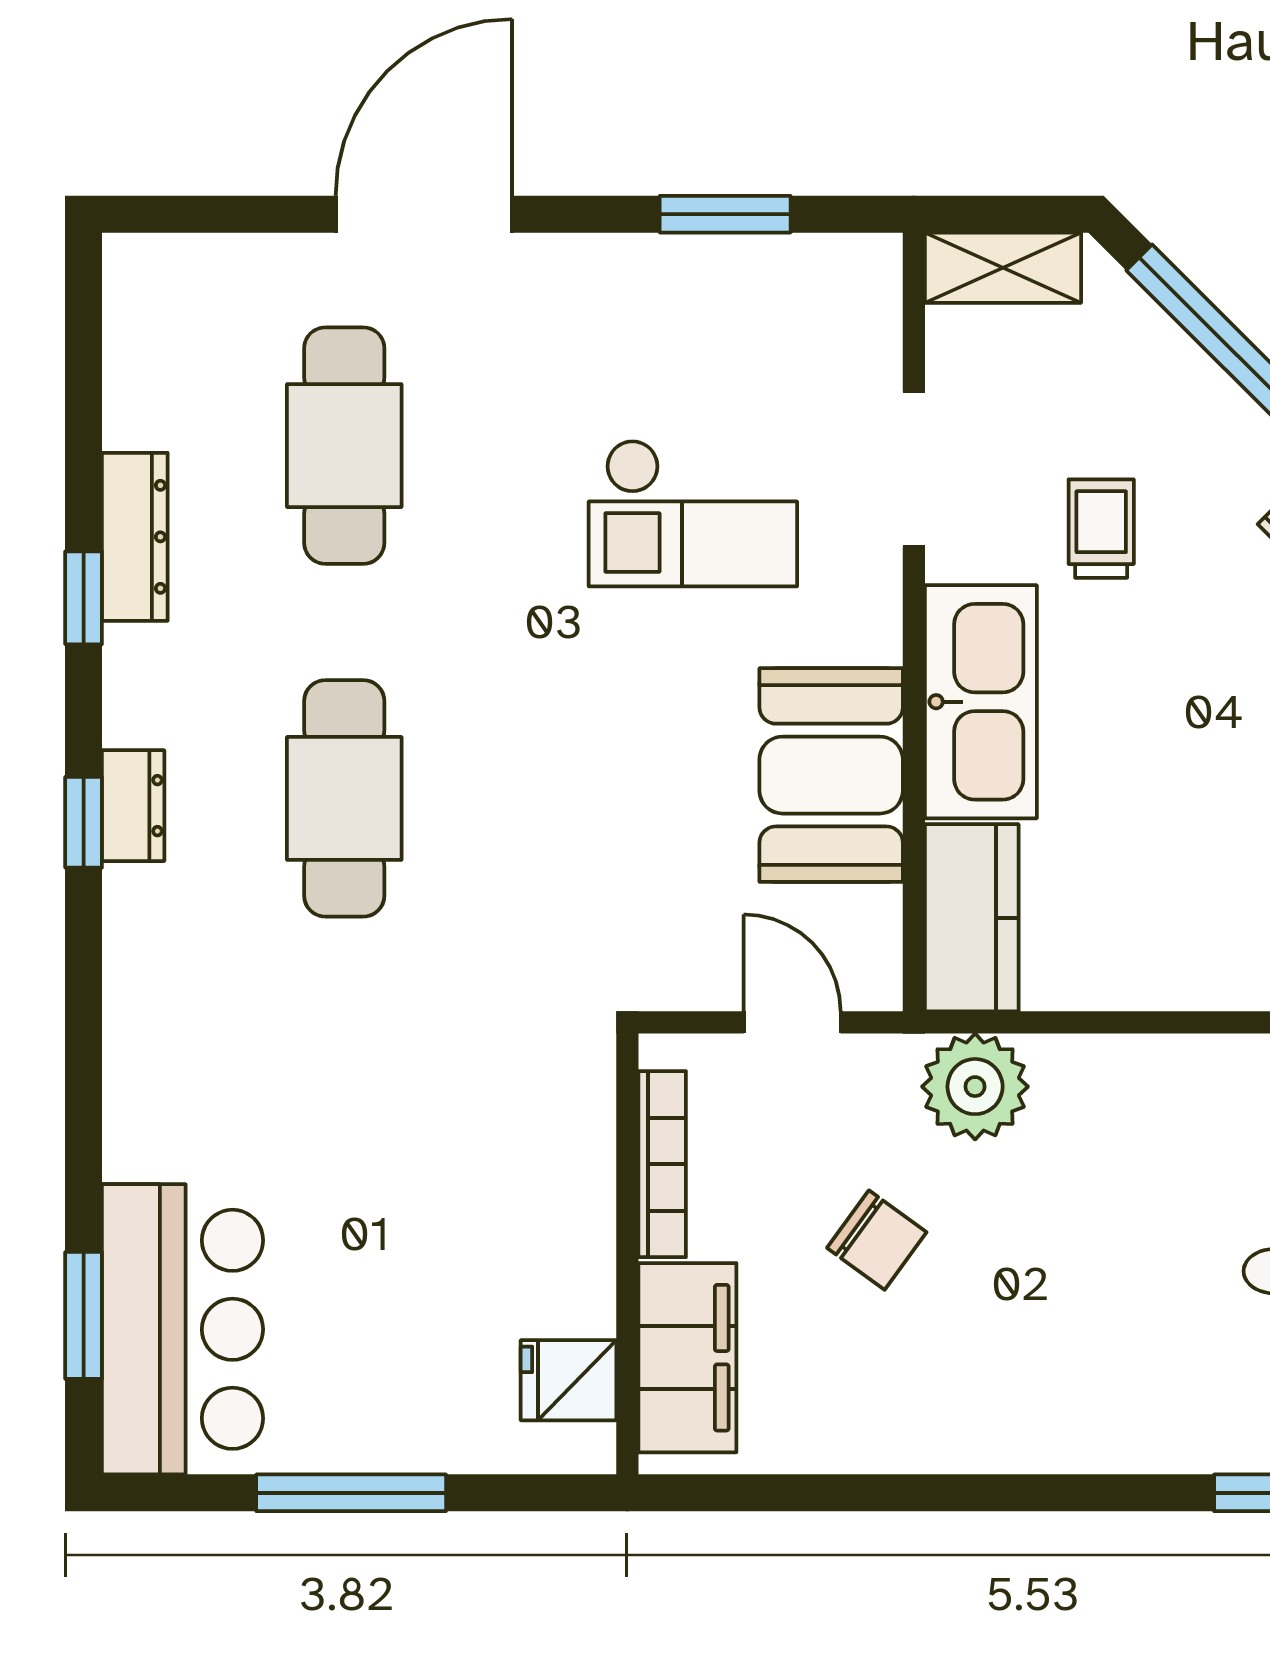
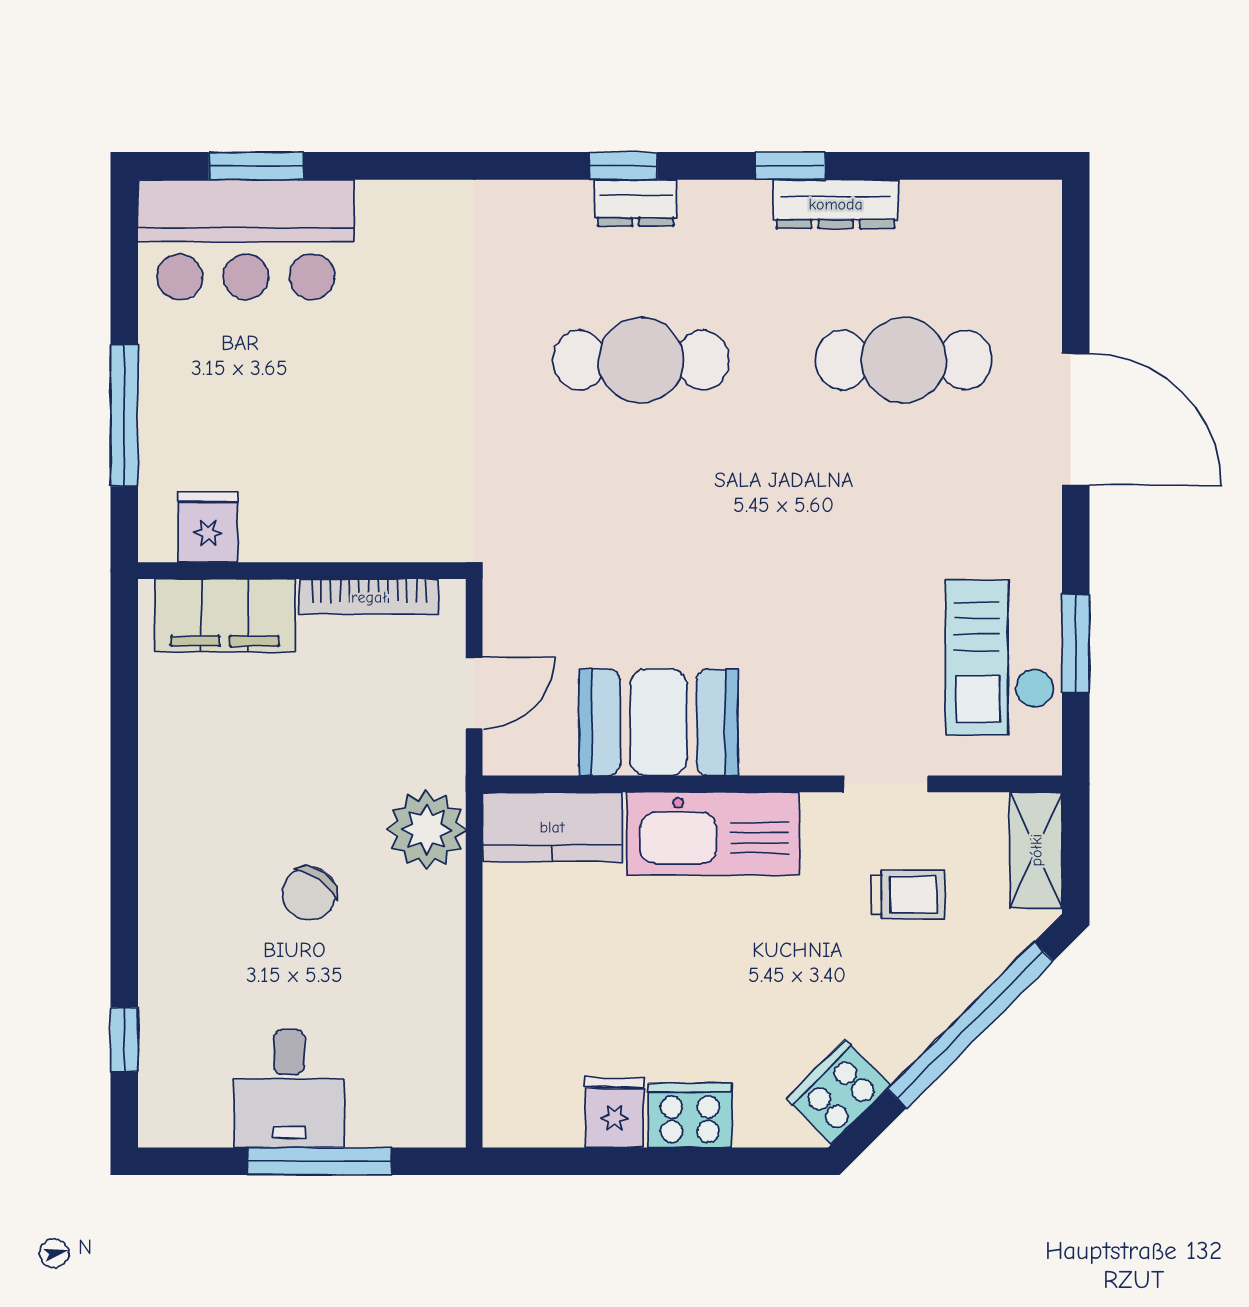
doorway: (914, 469) -> (886, 784), width x0.73
checkout: (693, 513) -> (1000, 657), moved
trolley: (1101, 529) -> (908, 894), moved
chair: (877, 1240) -> (309, 893), moved
window: (351, 1493) -> (124, 416), moved

